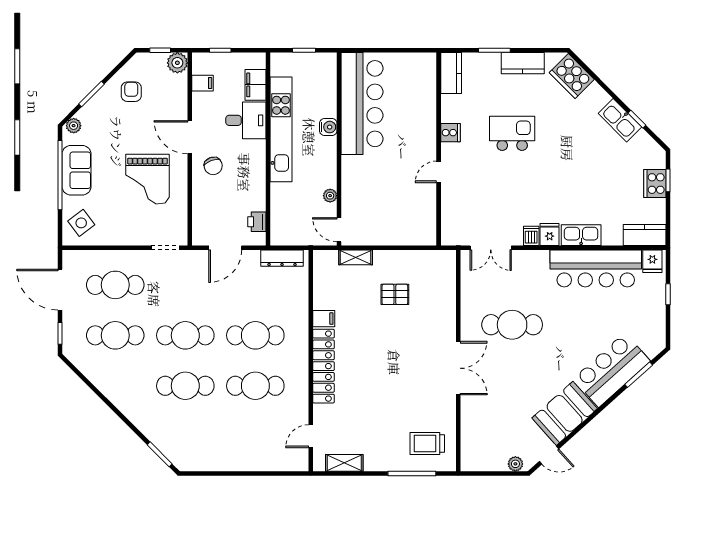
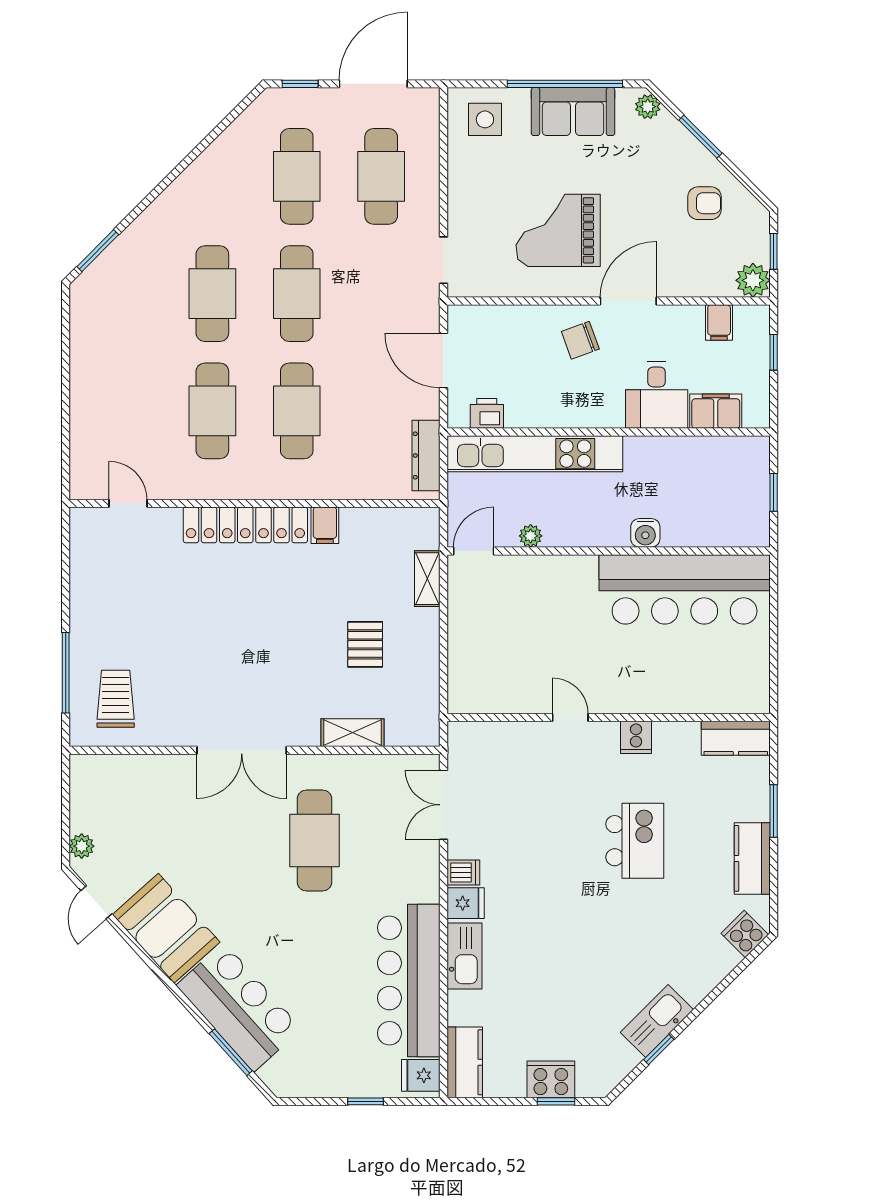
cooker: (572, 76) -> (745, 934), width x0.53, depth x0.76
kitchen unit: (281, 129) -> (535, 454), moved
side table: (81, 223) -> (485, 119), turned 37
shelving: (344, 463) -> (353, 733), moved, turned 90

